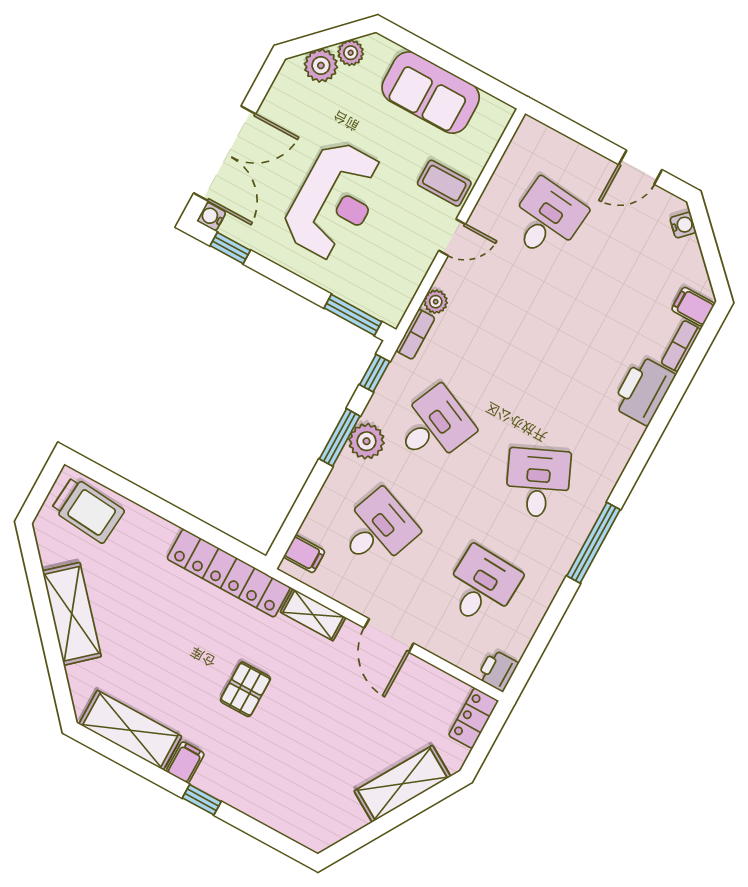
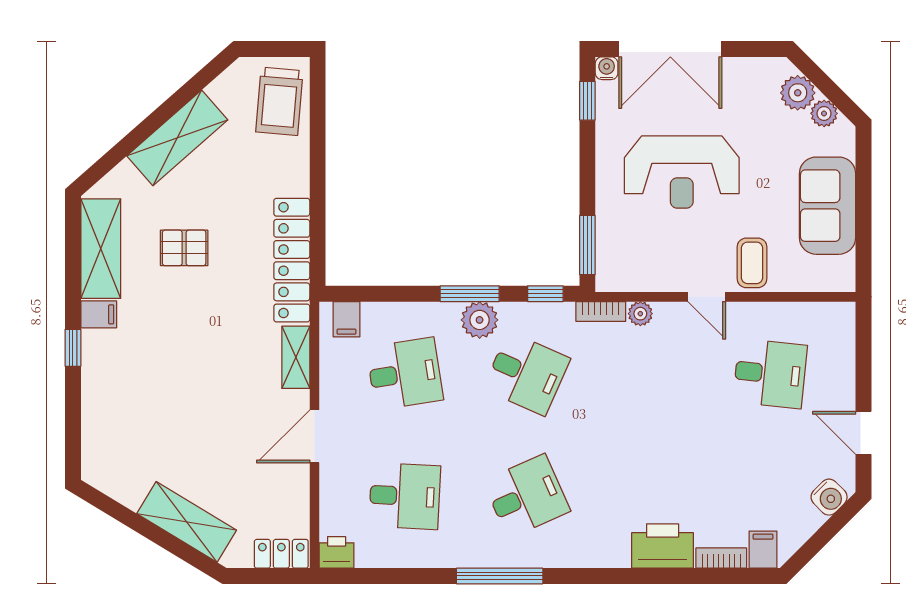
water cooler: (683, 225) -> (829, 497), width x1.38, depth x1.38
desk: (377, 530) -> (405, 374), turned -30
pallet: (245, 689) -> (184, 248), moved

